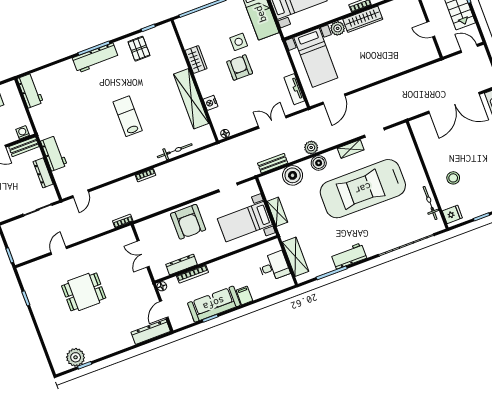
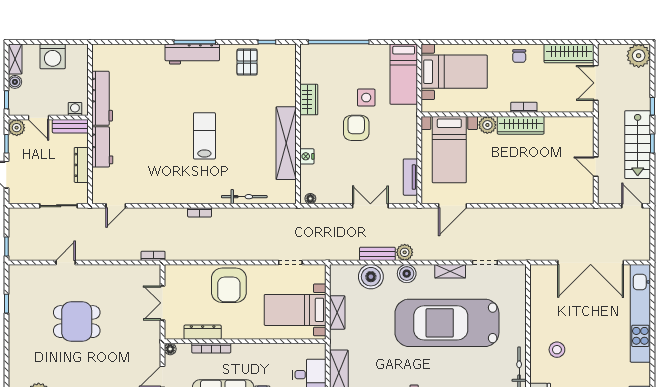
workbench: (30, 91) -> (102, 98), moved, width x1.38
bench: (273, 163) -> (377, 254), moved

